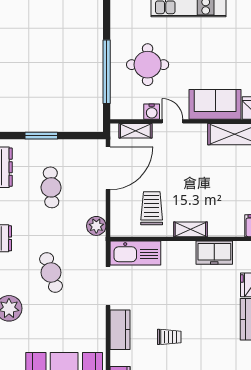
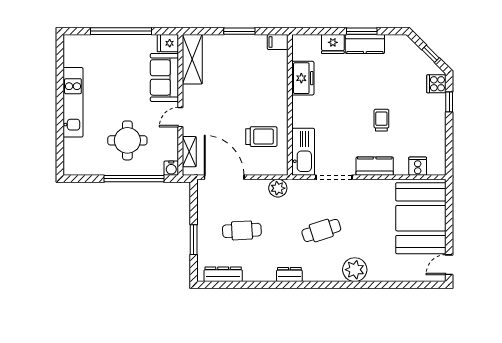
water cooler: (152, 112) -> (171, 168), moved, turned 90
trolley: (152, 208) -> (261, 137), turned 180
shelving: (190, 229) -> (281, 100), removed

